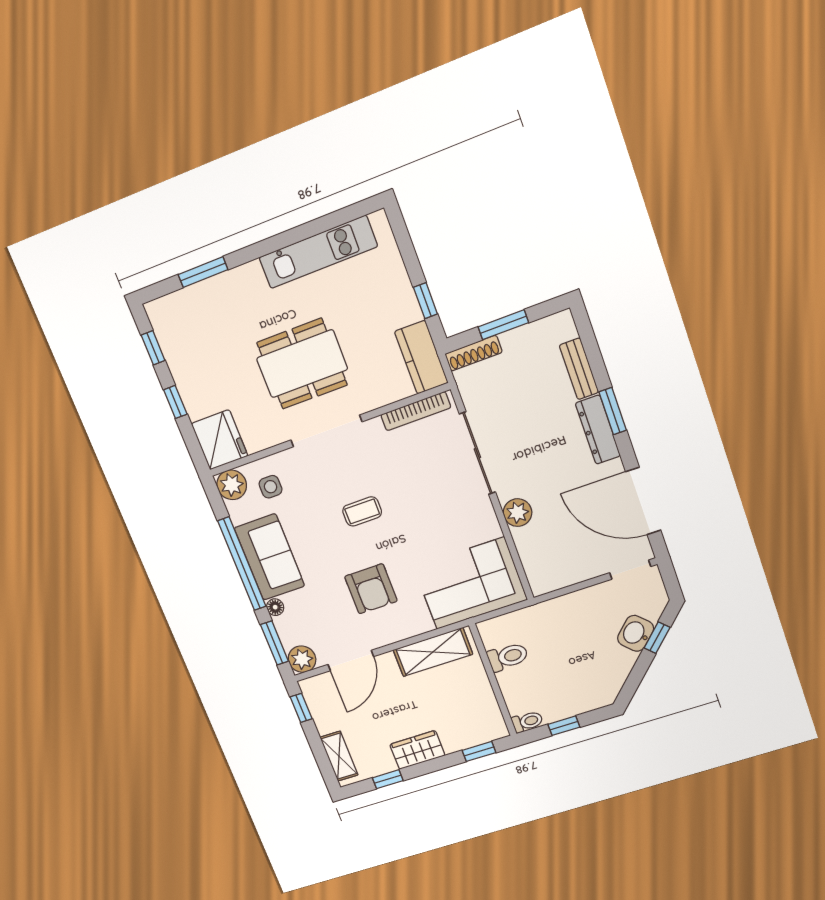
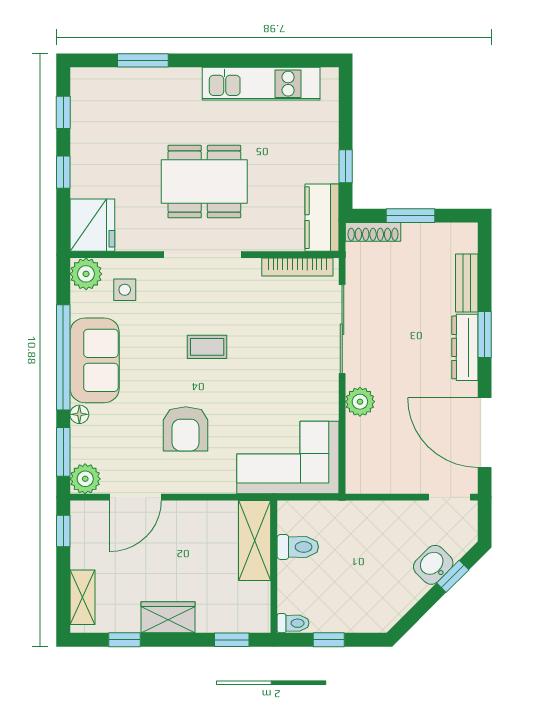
shelving: (433, 652) -> (255, 541), moved, turned 90

